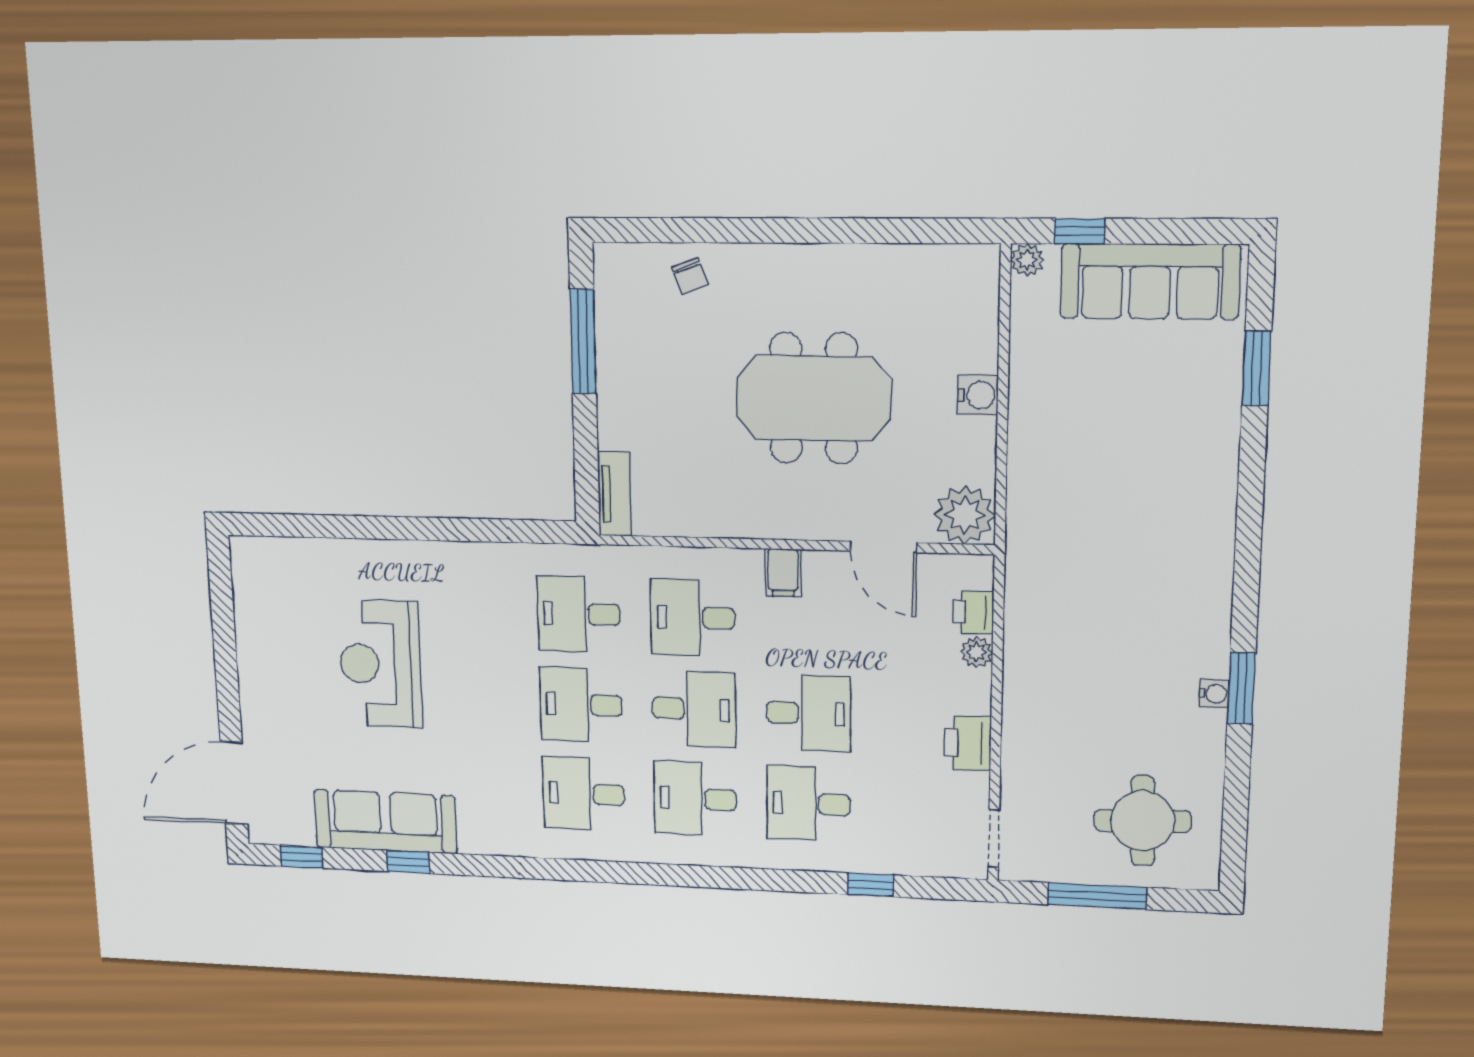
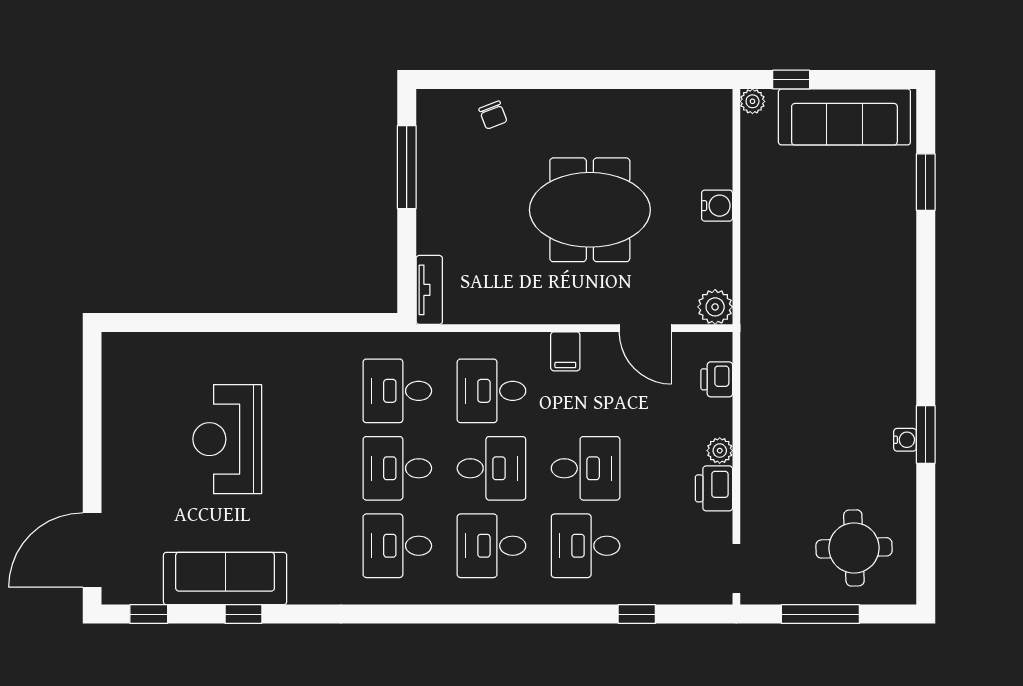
plant: (965, 515) -> (715, 307), width x0.73, depth x0.73
plant: (976, 652) -> (720, 451), moved

